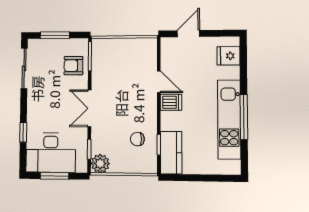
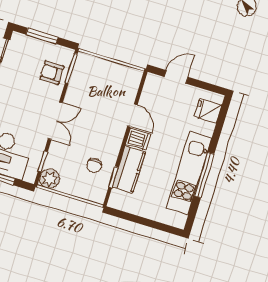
double door: (89, 108) -> (55, 121), swing flipped
chair: (137, 139) -> (94, 166), turned -90
kitchen counter: (171, 153) -> (129, 169), moved

